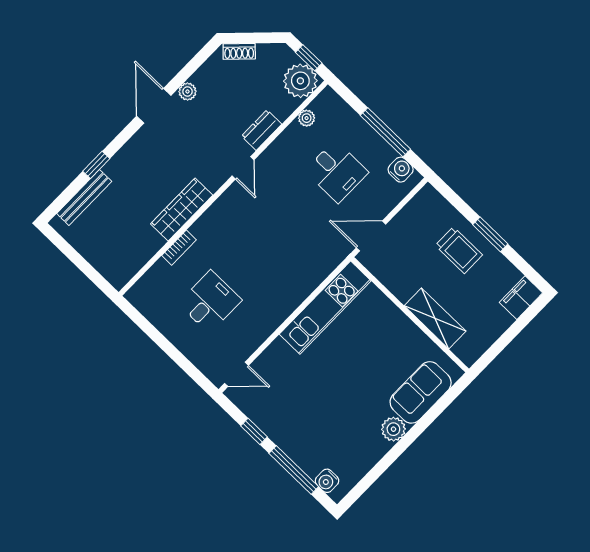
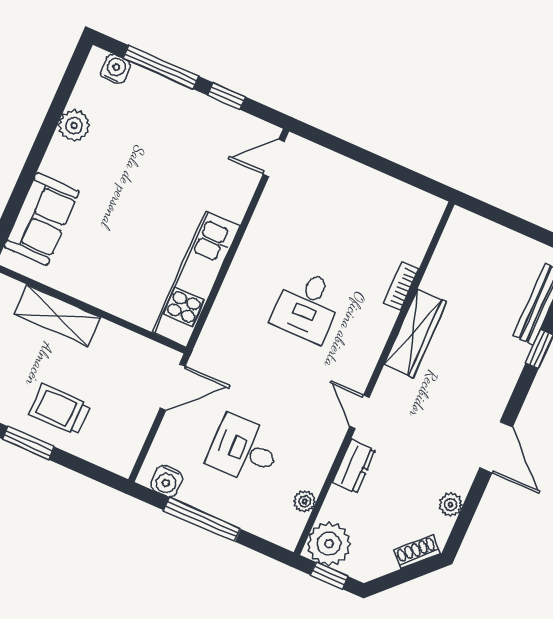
plant: (187, 92) -> (451, 505), moved
desk: (210, 302) -> (307, 306), moved
plant: (393, 429) -> (74, 126), moved

